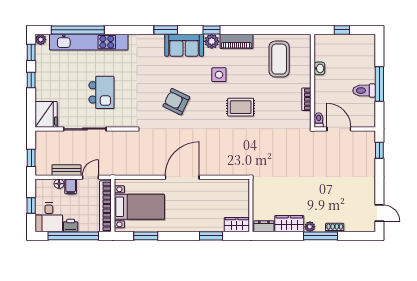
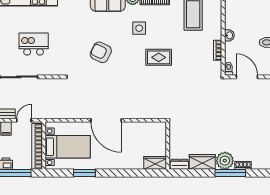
washbasin: (319, 68) -> (229, 35), moved
kitchen island: (101, 92) -> (34, 44), turned -90
door: (182, 177) -> (106, 120), swing flipped
plant: (310, 227) -> (225, 161), width x1.88, depth x1.88
window: (146, 236) -> (84, 173), moved
window: (211, 236) -> (132, 173), removed

